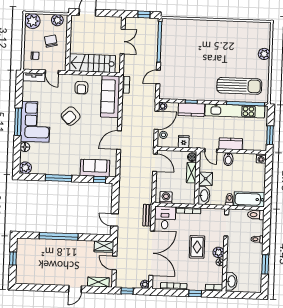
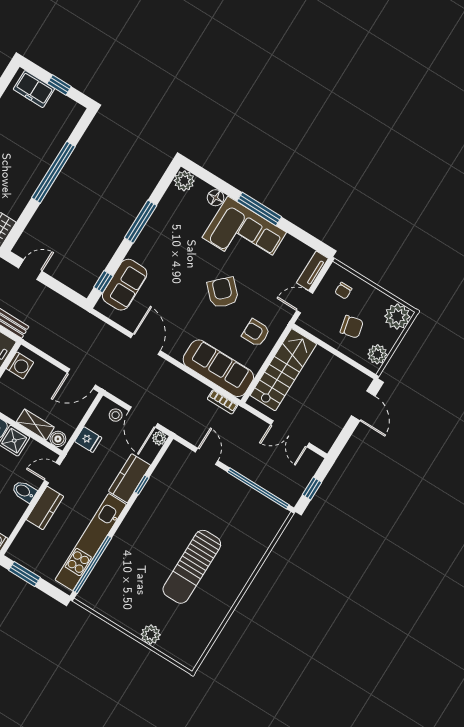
sun lounger: (239, 86) -> (192, 567), moved
freezer: (22, 270) -> (34, 89), added

